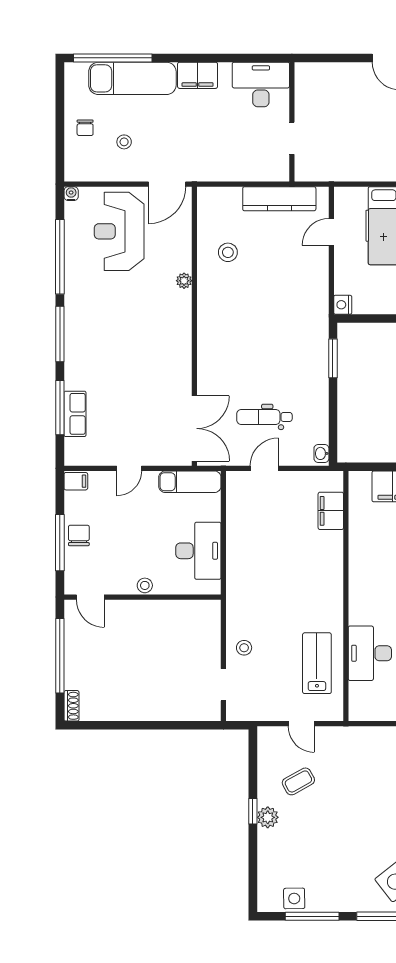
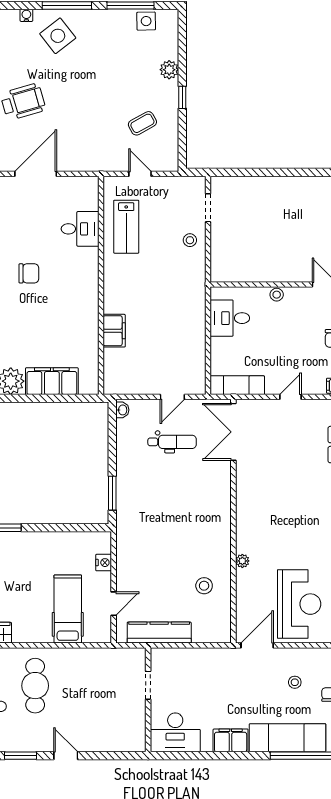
nightstand: (343, 305) -> (104, 563), moved
filing cabinet: (331, 511) -> (114, 331), moved
desk: (198, 551) -> (230, 318), width x0.73
desk: (370, 653) -> (80, 229), width x0.73
plant: (268, 817) -> (169, 70), moved

